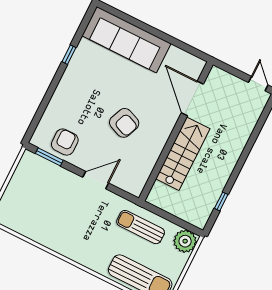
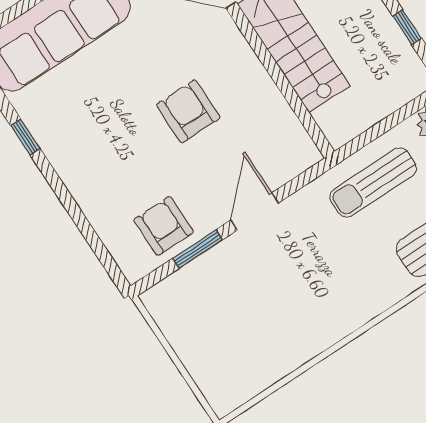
armchair: (124, 123) -> (188, 111), turned -112
window: (49, 157) -> (198, 249), moved

